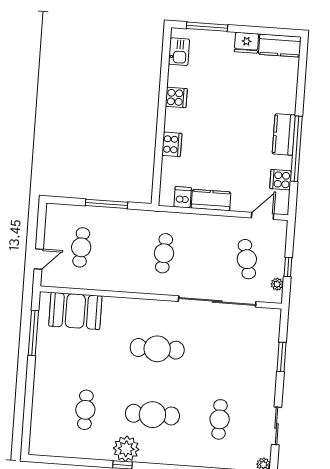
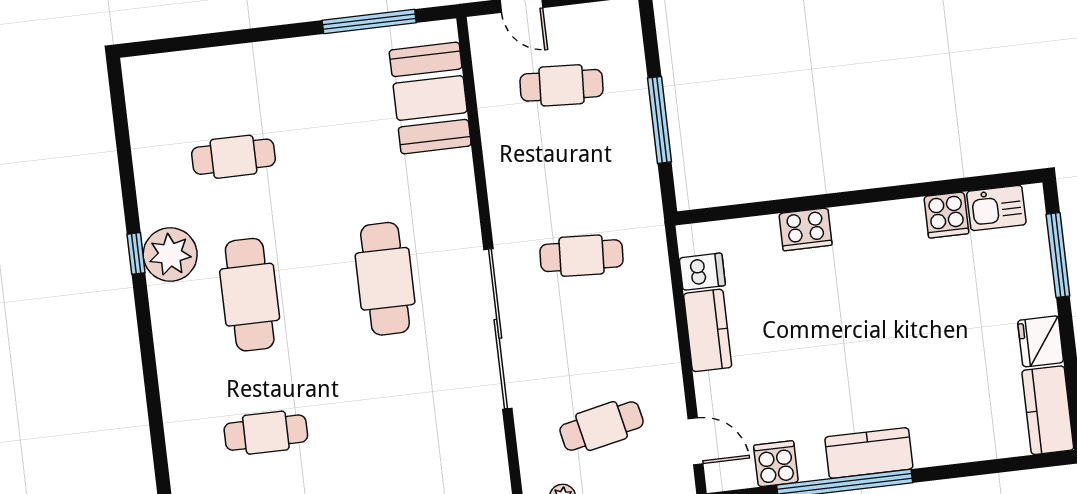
cooker: (176, 97) -> (946, 215), moved
sliding door: (217, 301) -> (498, 329), moved

